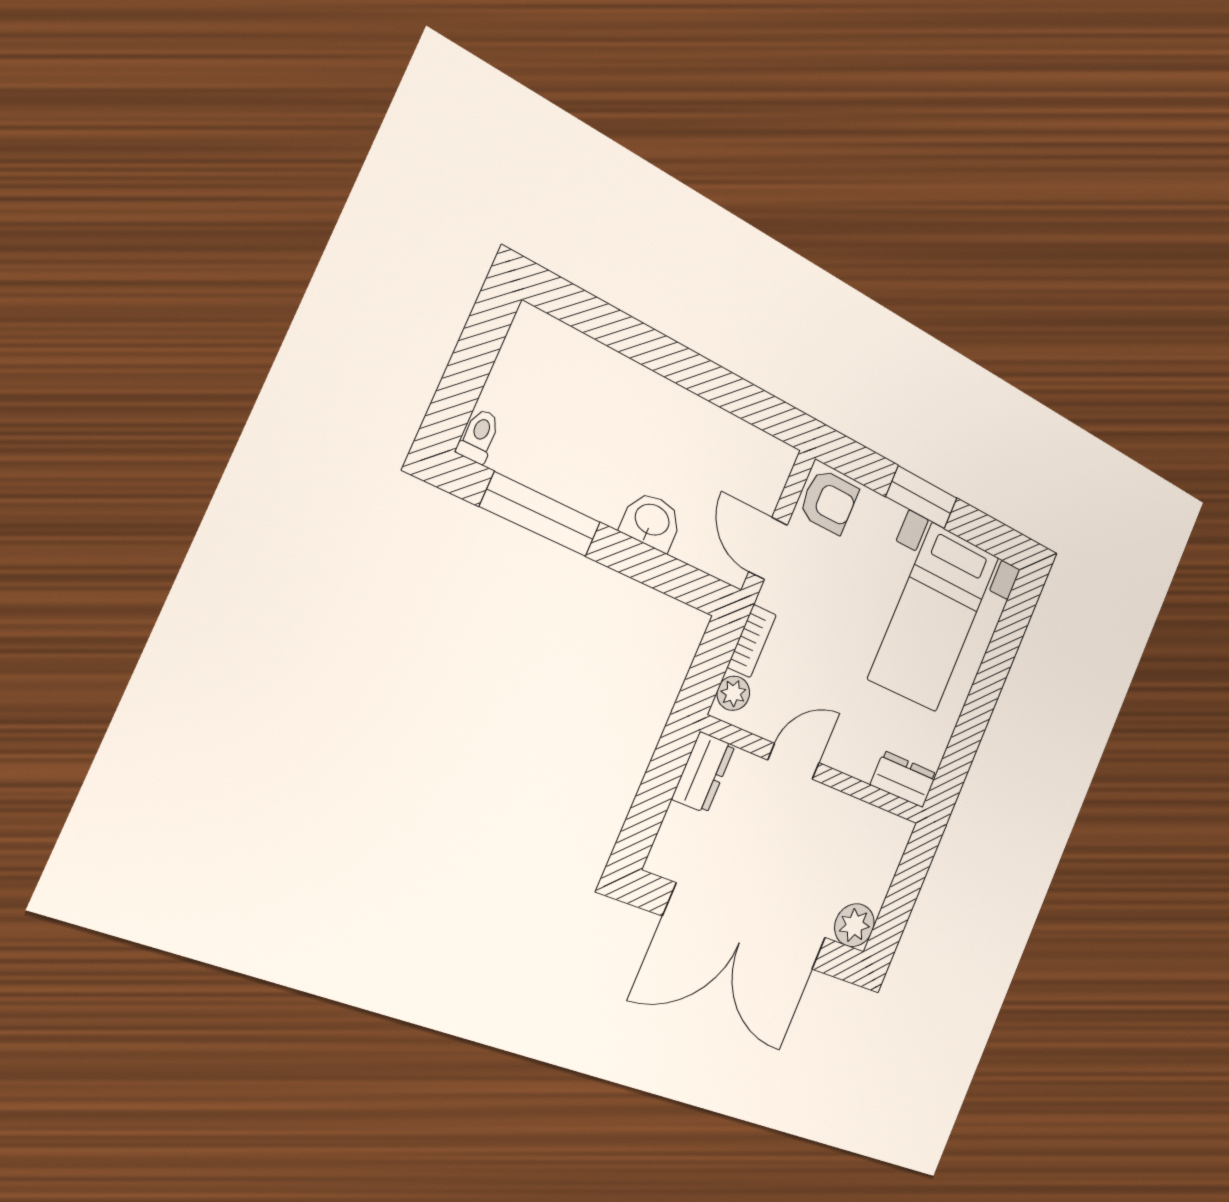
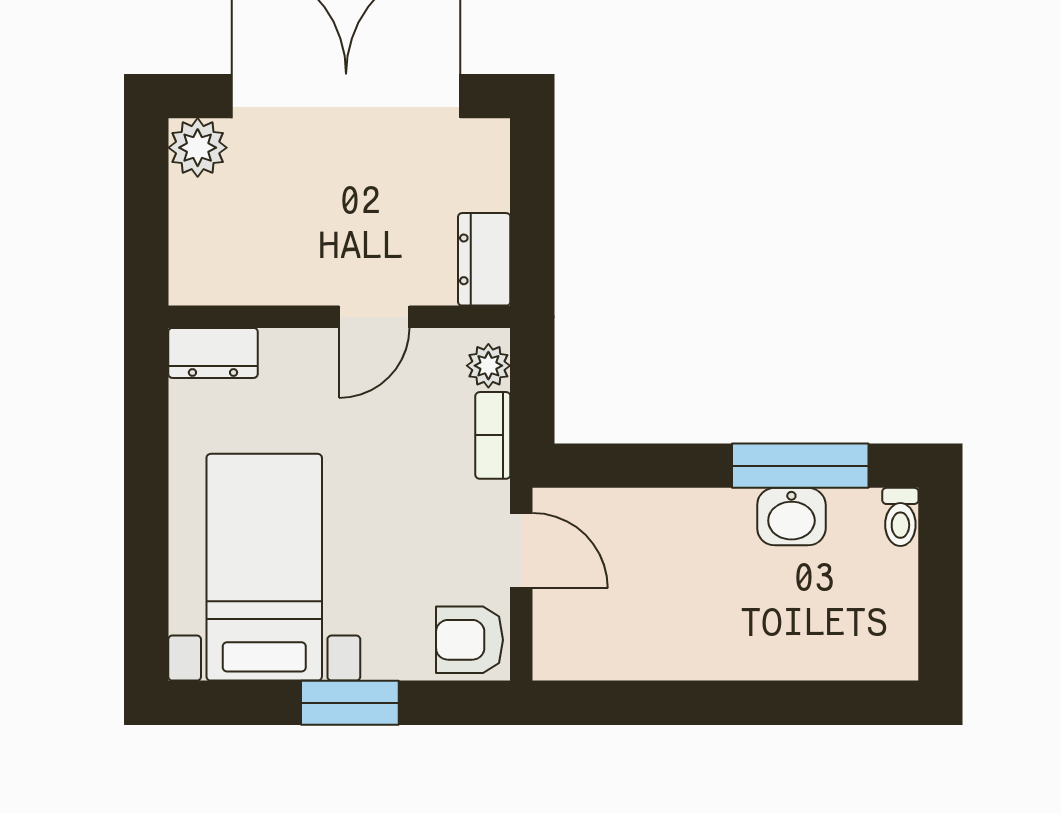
washbasin: (652, 521) -> (791, 517), moved

